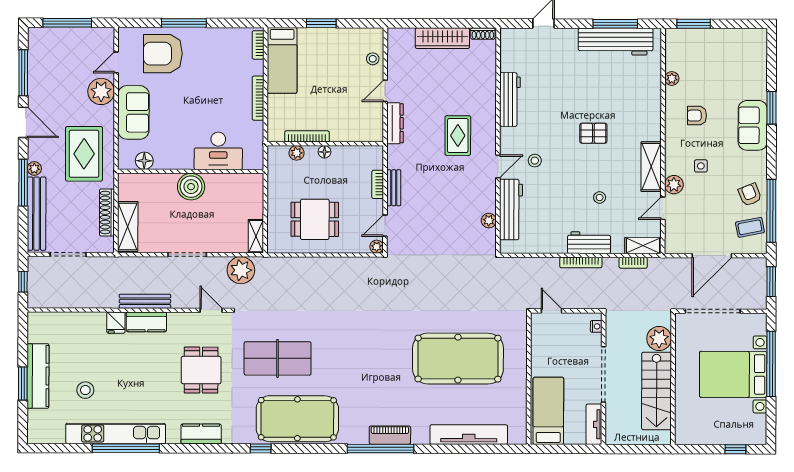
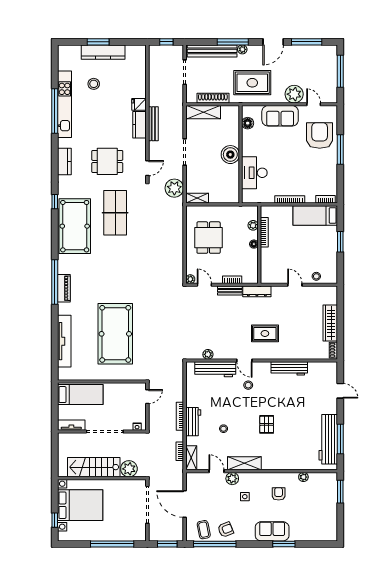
dresser: (395, 123) -> (257, 291), moved
bed with nightstands: (733, 374) -> (80, 505), moved, turned 90

